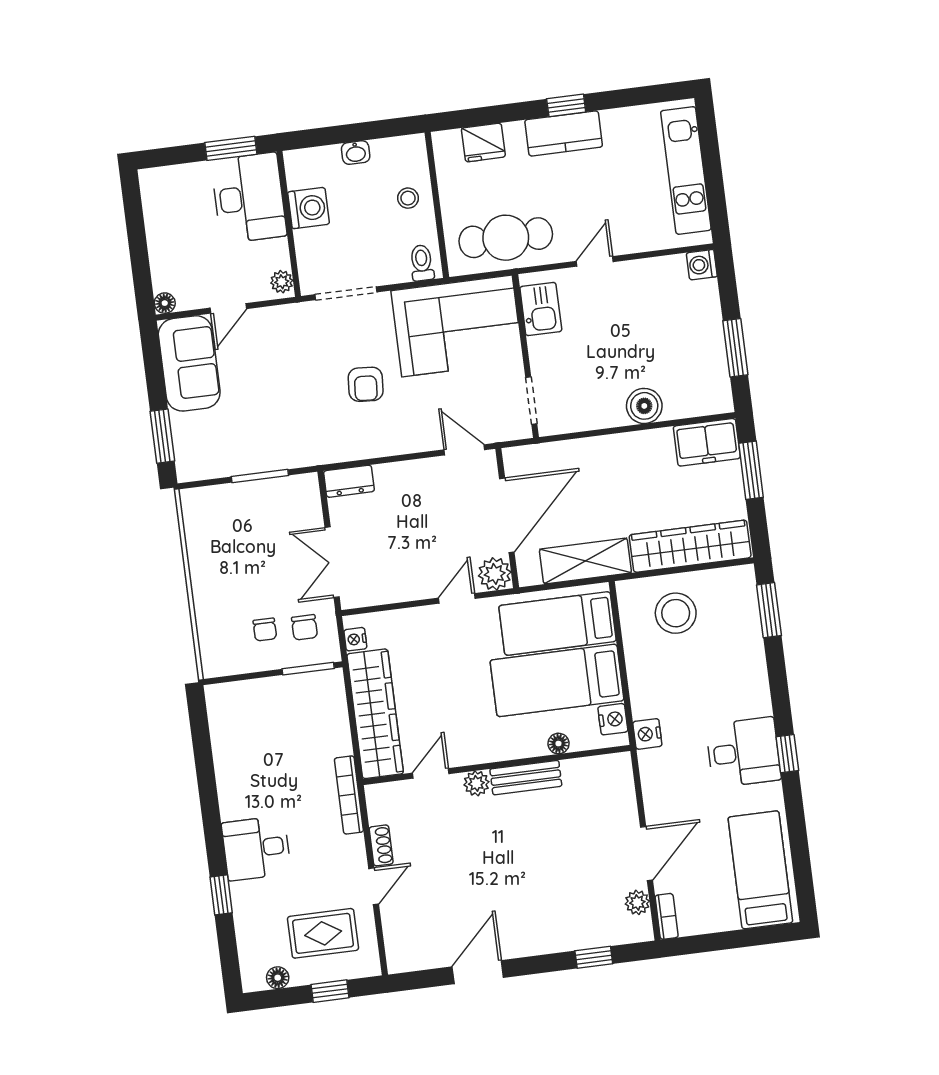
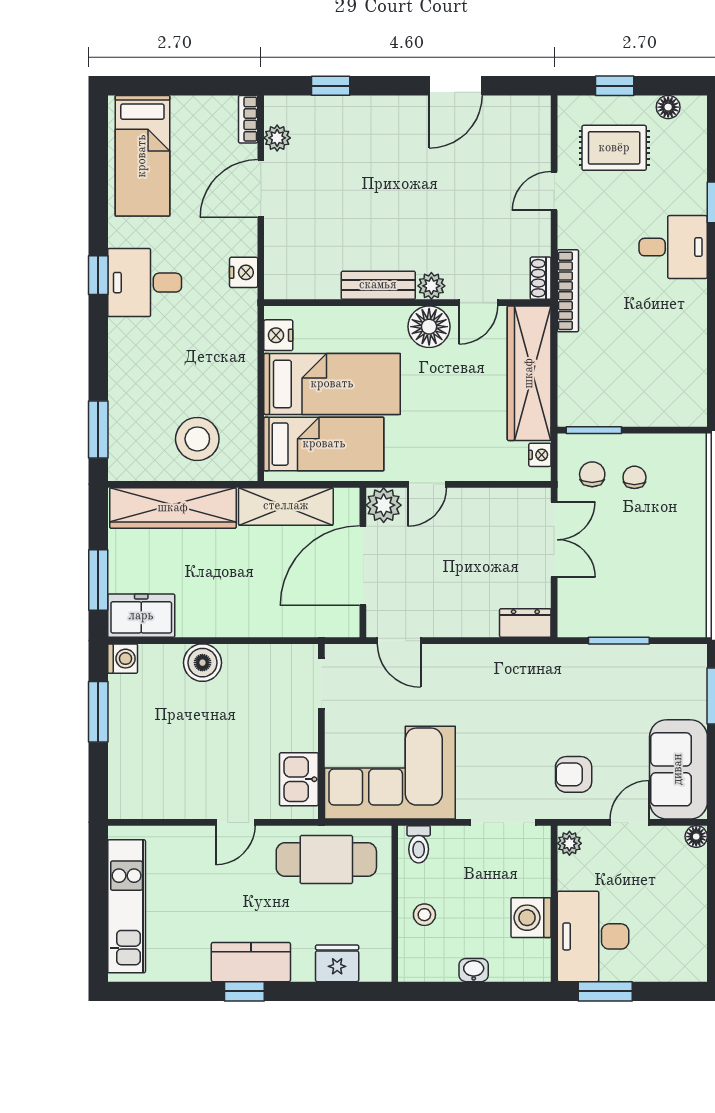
washing machine: (702, 265) -> (123, 659), moved
armchair: (366, 384) -> (574, 774), moved, turned -94
nightstand: (647, 734) -> (244, 272), moved
floor lamp: (558, 744) -> (429, 327), moved, width x1.89, depth x1.89
shoe rack: (381, 845) -> (541, 278), moved

